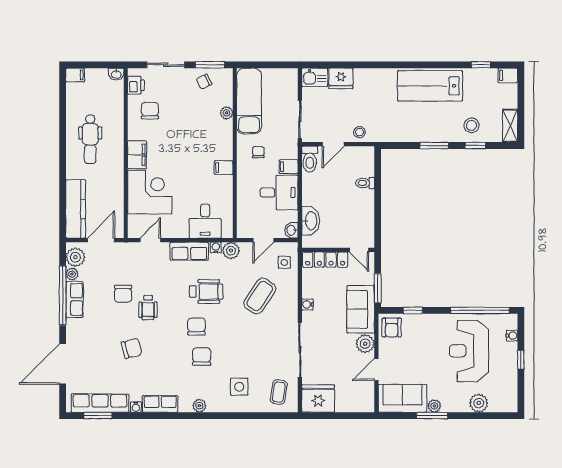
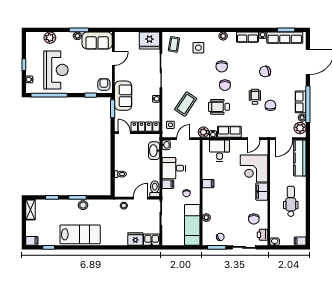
stool: (471, 125) -> (83, 205), moved
plant: (365, 344) -> (120, 74), removed

